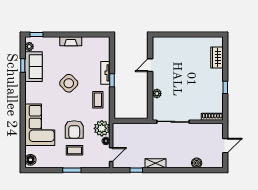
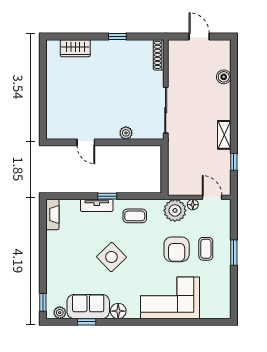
fireplace: (71, 41) -> (52, 214), moved
armchair: (74, 129) -> (177, 249), turned 90
floor lamp: (30, 160) -> (118, 311), moved

